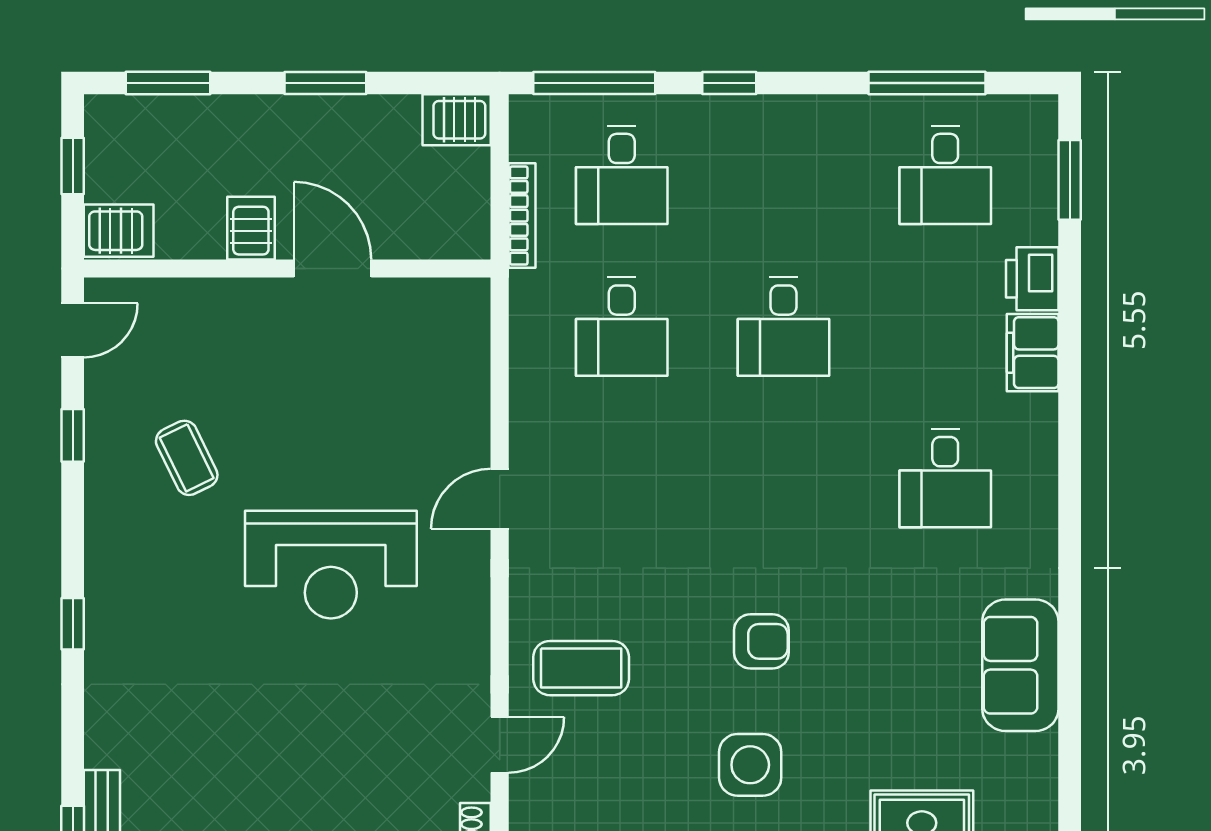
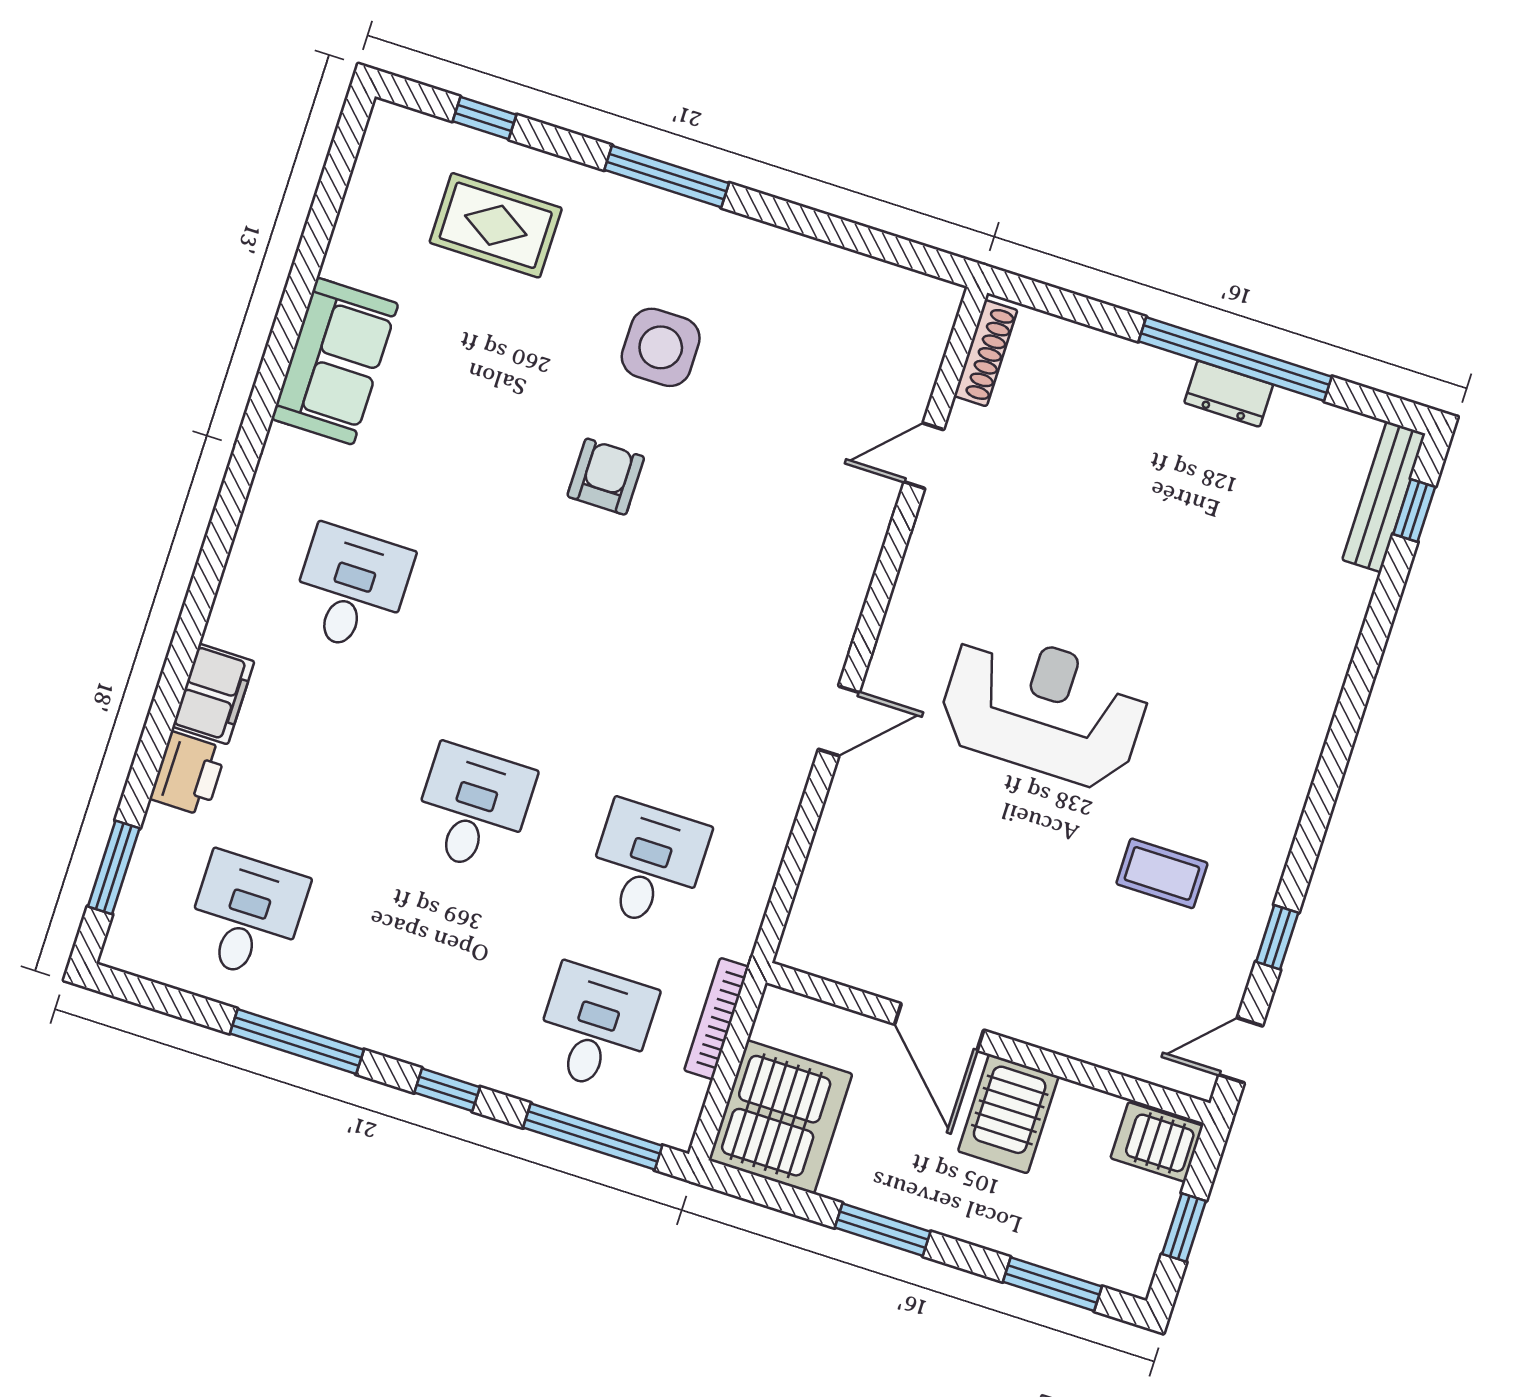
window: (927, 83) -> (297, 1042), moved
server rack: (457, 120) -> (780, 1117), width x2.18, depth x1.44
server rack: (251, 228) -> (1008, 1114), width x1.36, depth x1.44
coffee table: (187, 458) -> (1162, 873), turned -64
window: (73, 624) -> (1342, 734), removed
armchair: (761, 641) -> (606, 477), turned 90
coffee table: (581, 668) -> (809, 510), removed

